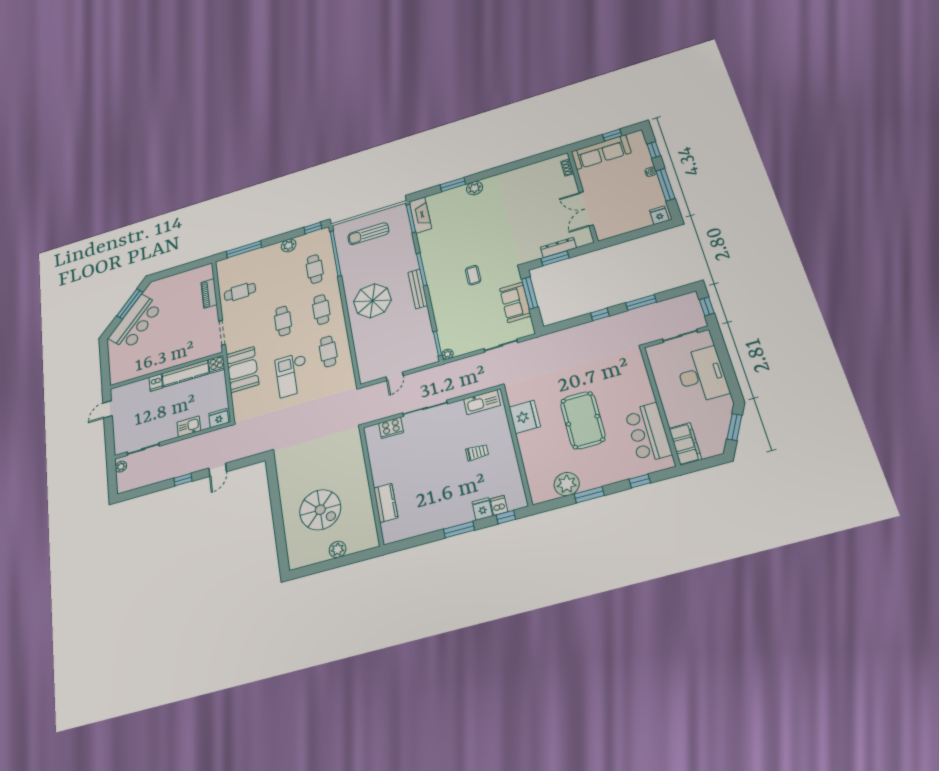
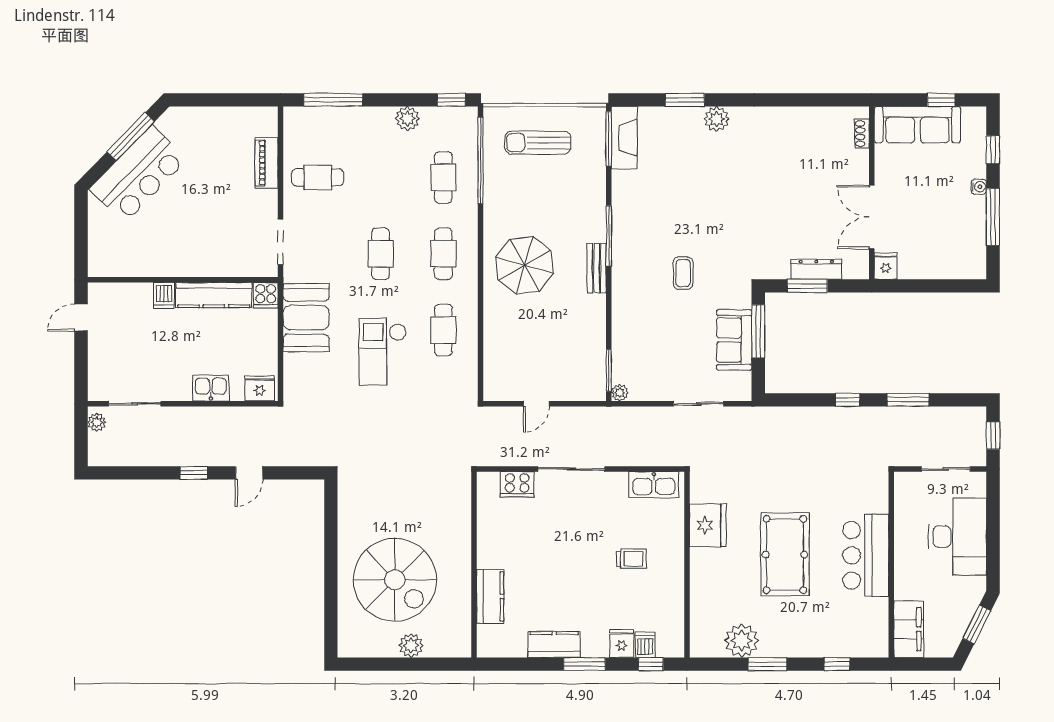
fridge: (659, 215) -> (886, 266), moved
bench: (418, 289) -> (597, 268), width x0.73
bar counter: (648, 433) -> (866, 555), moved
spiral stairs: (320, 510) -> (395, 580), width x1.37, depth x1.37
kitchen counter: (435, 522) -> (554, 645), added

